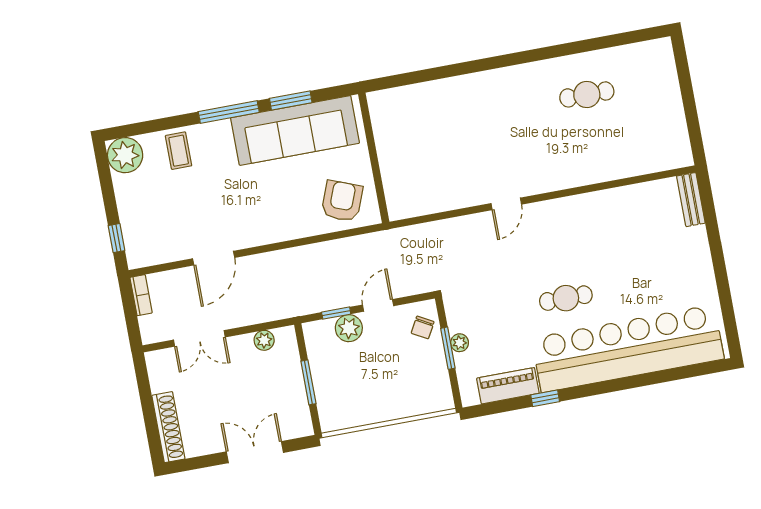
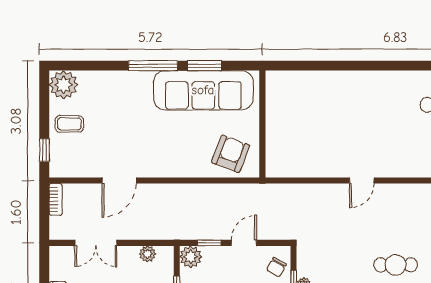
coffee table: (179, 151) -> (69, 124), moved, turned 90
plant: (349, 328) -> (191, 257), moved

